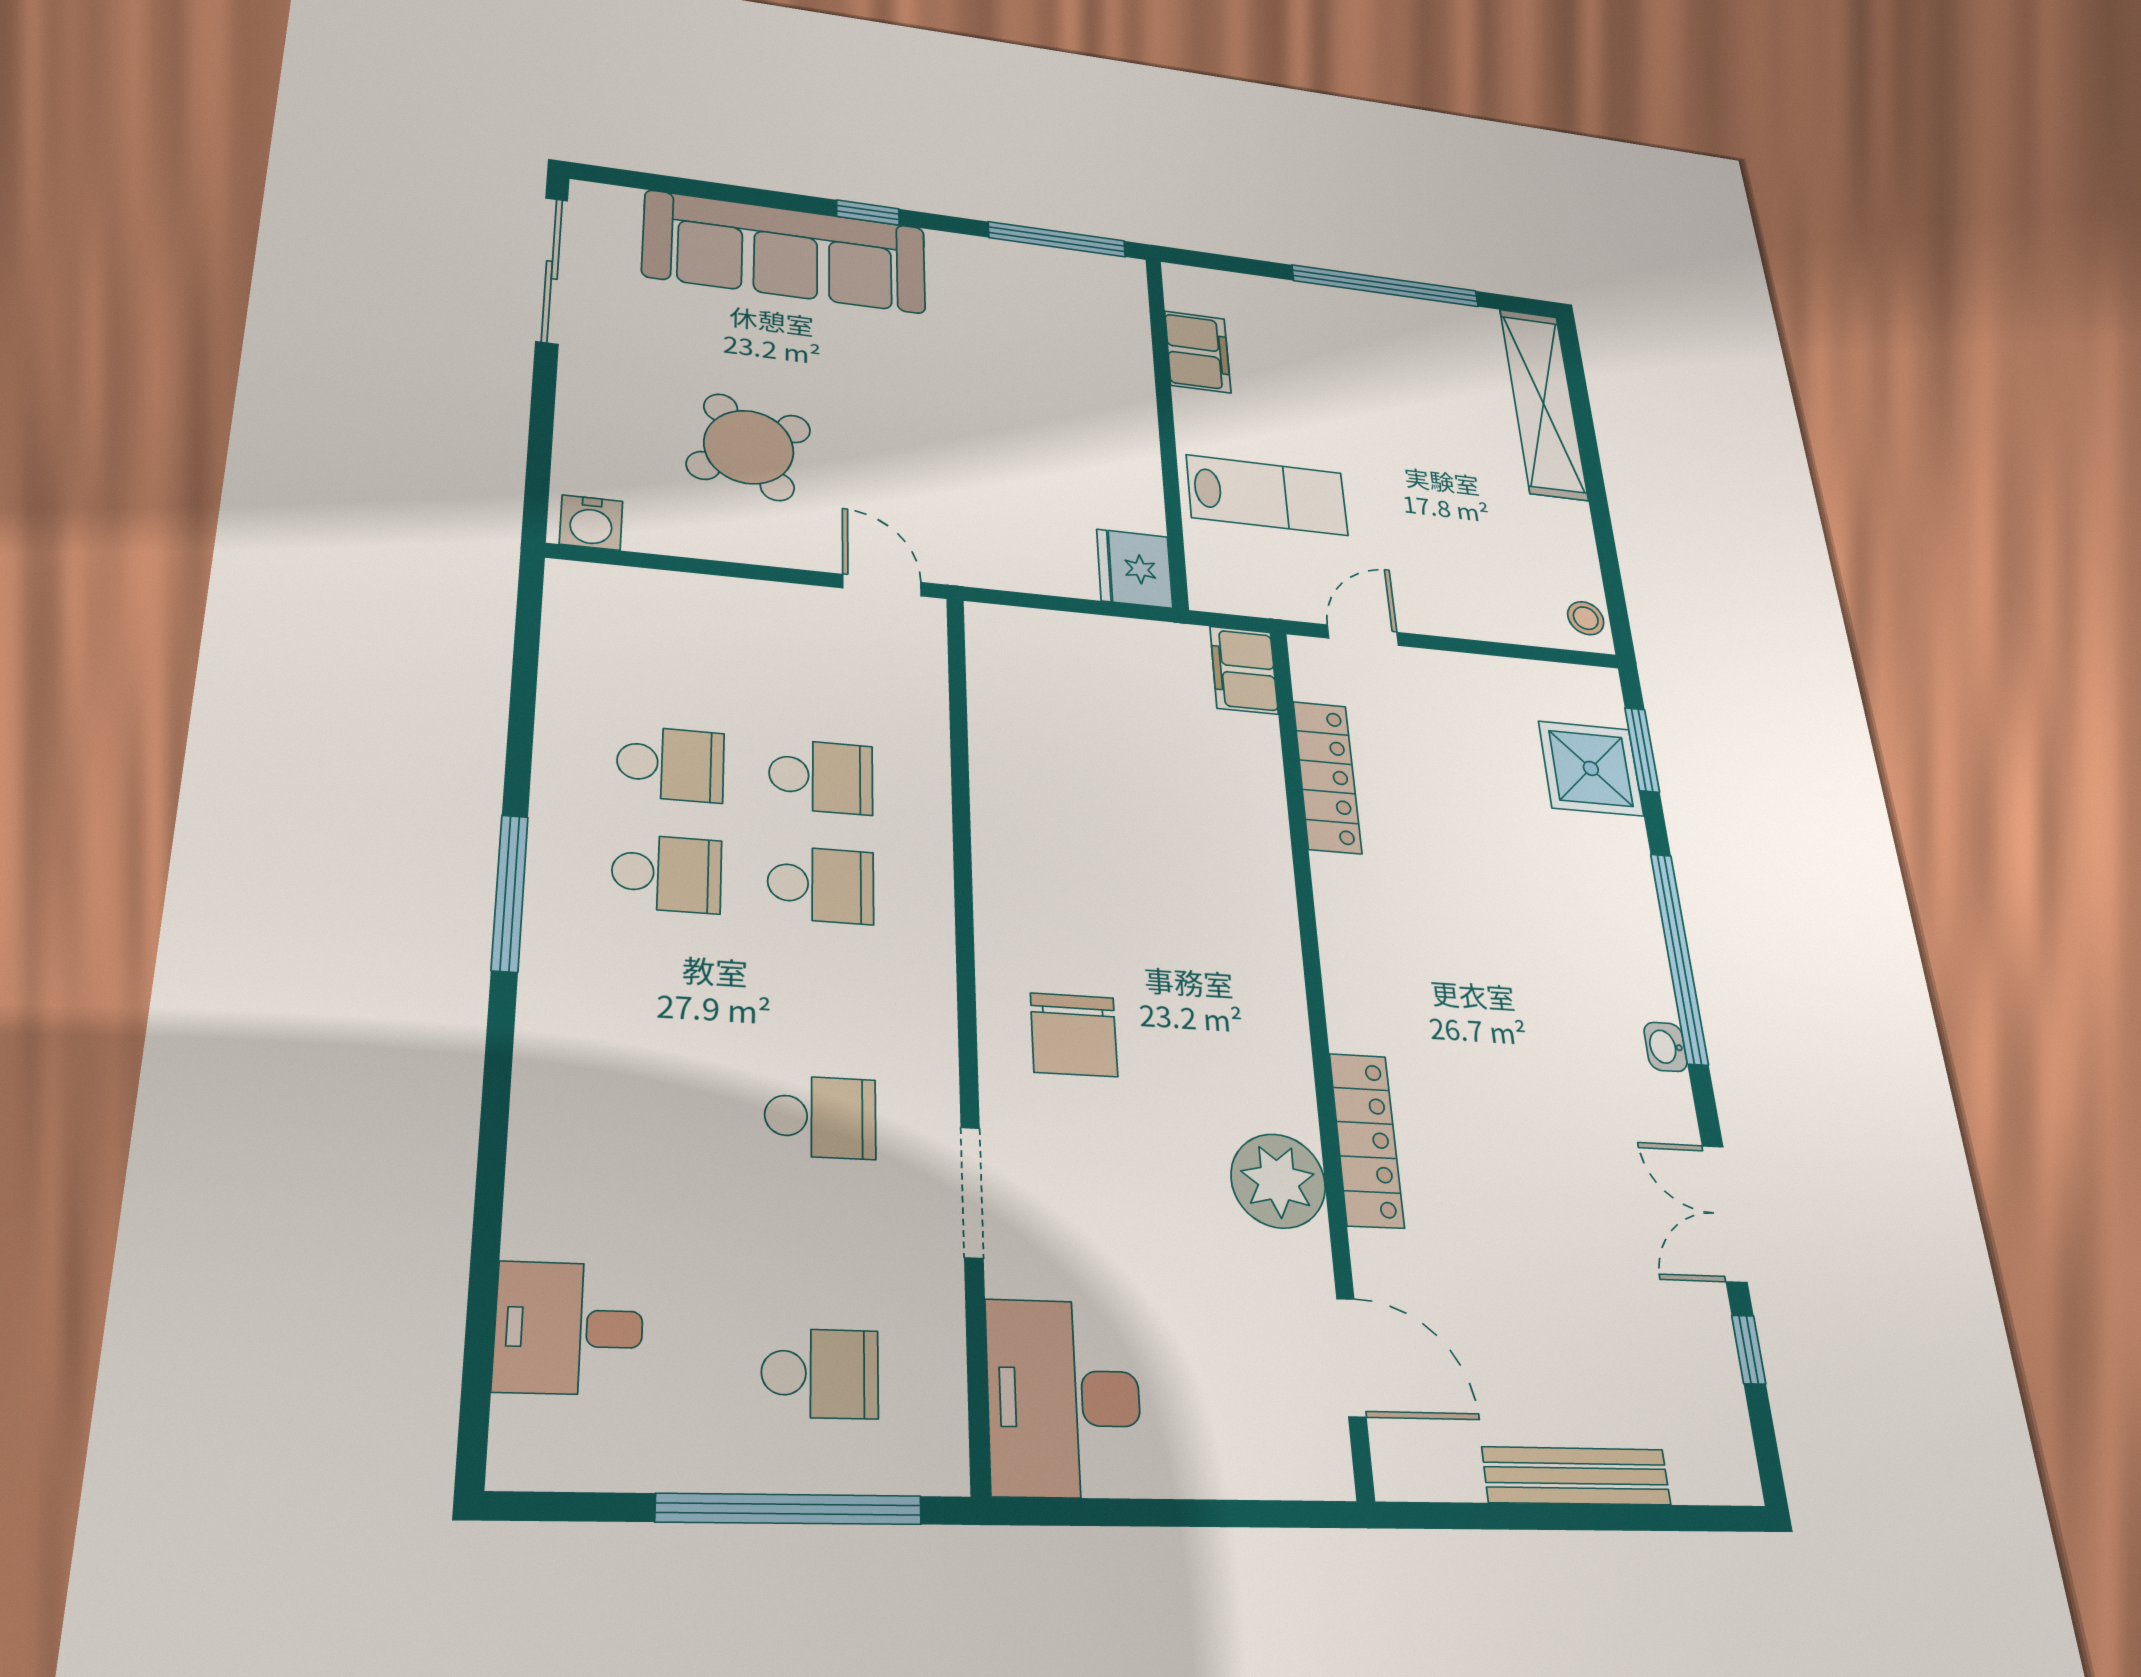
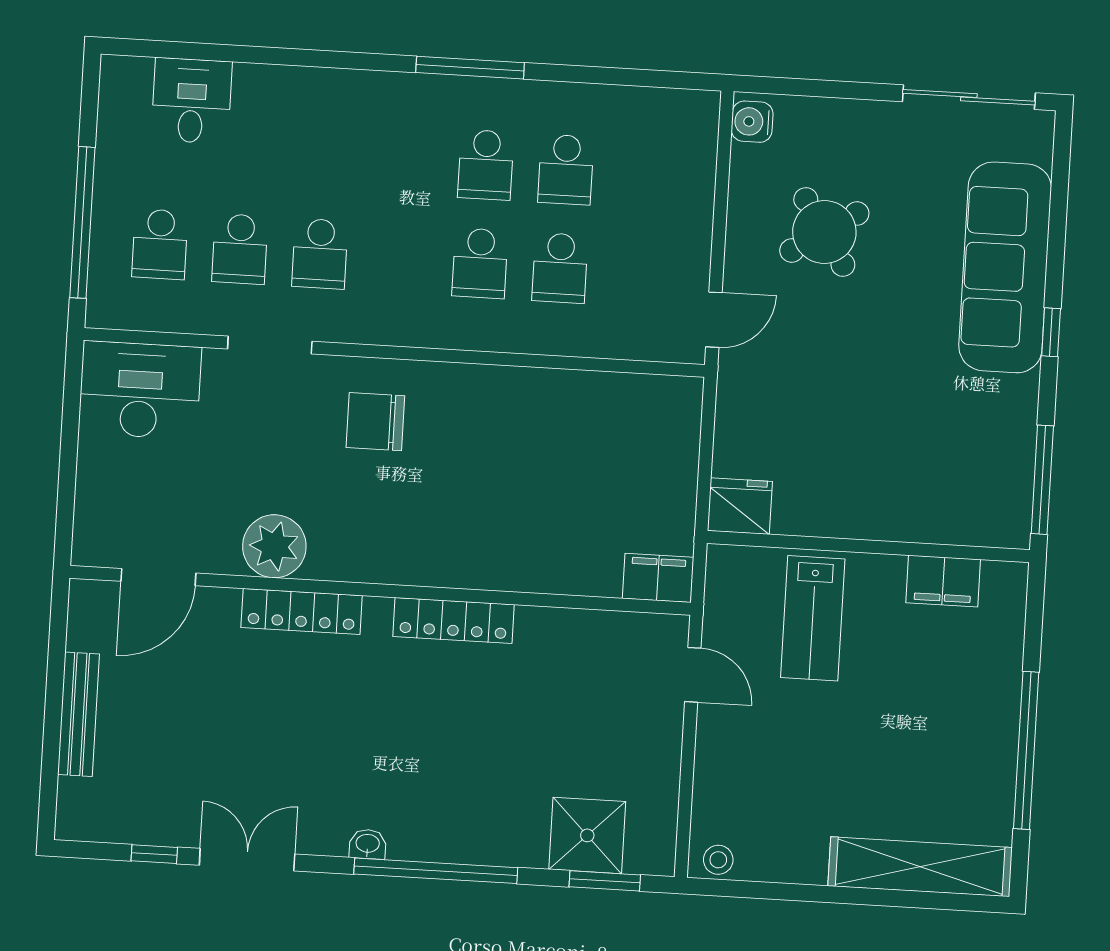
locker: (1327, 777) -> (454, 621), moved
school desk: (820, 1242) -> (240, 249), added

